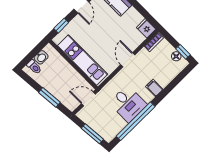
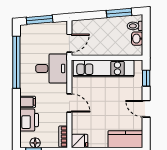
printer: (165, 75) -> (29, 120), added
window: (49, 97) -> (119, 13), moved
desk: (128, 104) -> (52, 68), moved, turned 180

